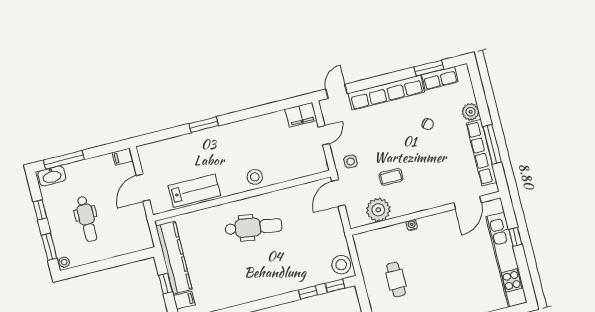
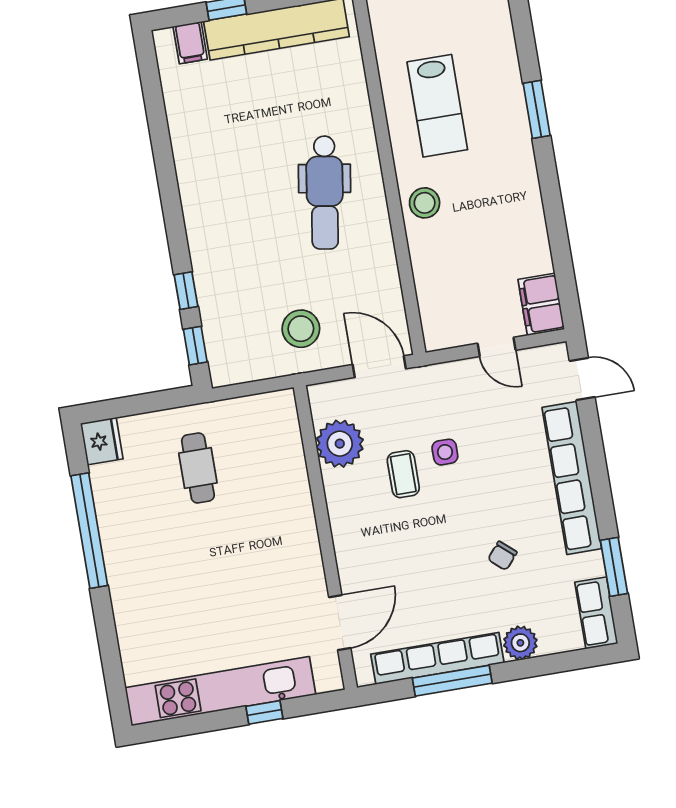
row of seats: (440, 78) -> (596, 613), moved
side table: (351, 161) -> (445, 452), moved
lab bench: (194, 191) -> (437, 106), moved
door: (468, 203) -> (340, 623), swing flipped
water cooler: (412, 225) -> (304, 508), removed
stool: (341, 265) -> (301, 329), moved
cafe table: (396, 280) -> (198, 468), turned 90

